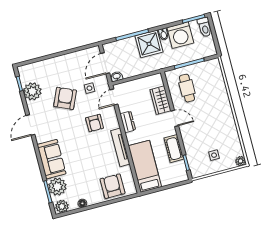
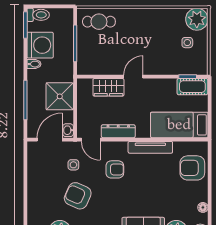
shower: (149, 44) -> (60, 96), moved
door: (105, 63) -> (50, 140), swing flipped
cafe table: (187, 88) -> (99, 22), moved
dresser: (128, 122) -> (118, 131), width x1.44
cot: (174, 149) -> (192, 87), moved
plant: (241, 161) -> (197, 19), width x1.88, depth x1.88

